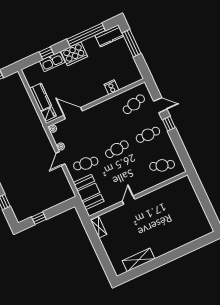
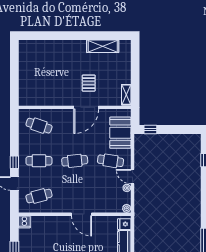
cooker: (111, 87) -> (24, 222), moved
door: (73, 113) -> (82, 214), moved
door: (60, 159) -> (132, 177), swing flipped
door: (128, 200) -> (86, 107), width x1.88
window: (39, 218) -> (150, 129), moved
pallet: (136, 222) -> (89, 83), added

